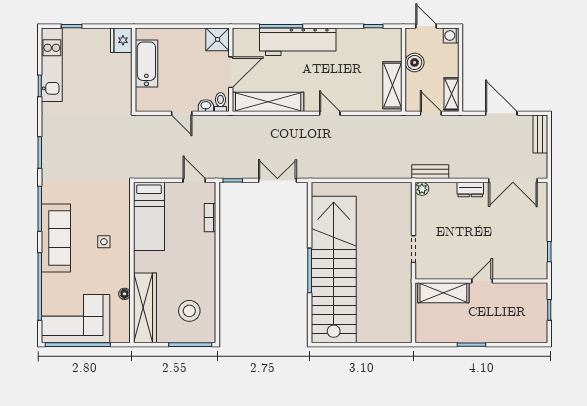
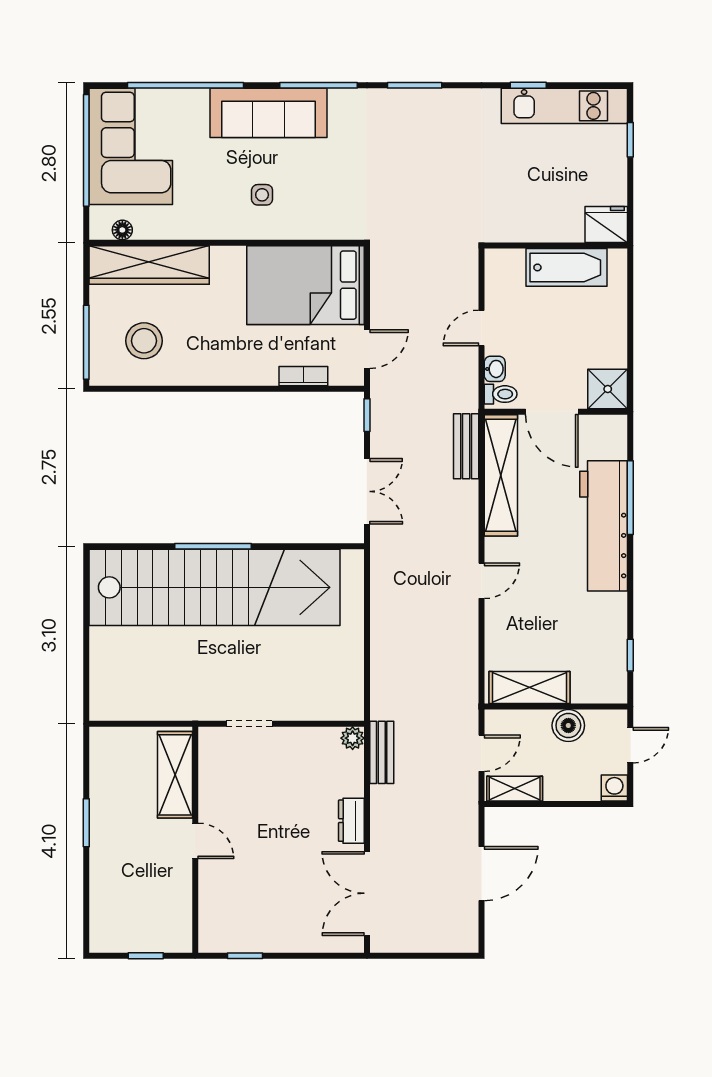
bench: (540, 134) -> (466, 446), moved, turned 90
bed: (149, 216) -> (305, 285), width x1.50
floor lamp: (124, 294) -> (122, 230), moved

